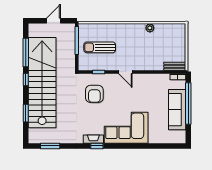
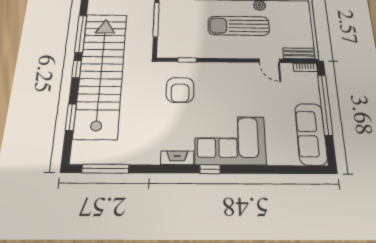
sun lounger: (100, 47) -> (239, 26), moved, width x1.36, depth x1.34
door: (125, 72) -> (269, 61), moved
sofa: (177, 110) -> (311, 134), moved
window: (50, 146) -> (105, 169), width x1.44
window: (97, 146) -> (210, 169), moved

